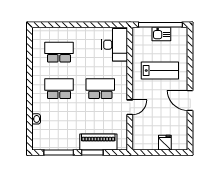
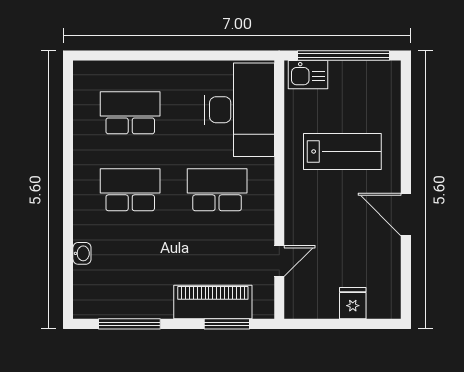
kitchen sink: (161, 34) -> (308, 75), moved
desk: (115, 45) -> (239, 110), width x1.36, depth x1.30
door: (130, 107) -> (279, 261), moved
window: (92, 152) -> (227, 324), moved

